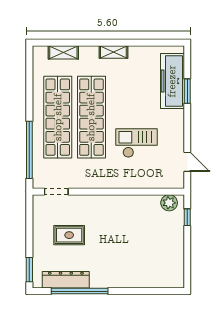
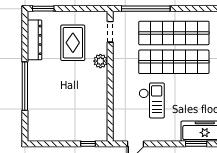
plant: (169, 203) -> (100, 61), moved
rug: (69, 235) -> (73, 43), width x1.36, depth x1.43
window: (80, 291) -> (25, 86), moved

